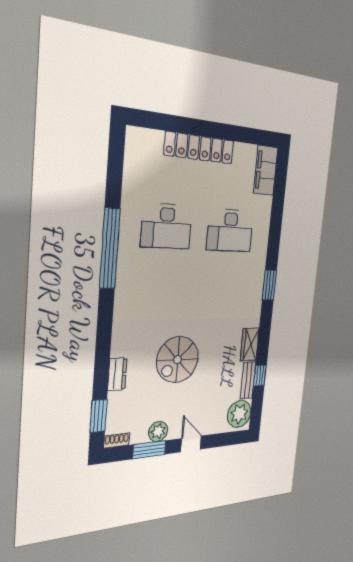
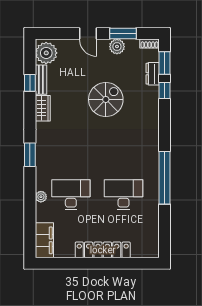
plant: (263, 230) -> (41, 197), added
dresser: (117, 374) -> (153, 74), moved
window: (101, 377) -> (164, 91), added

